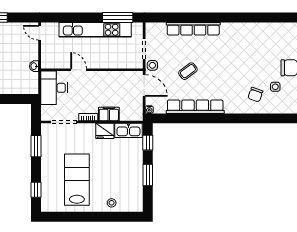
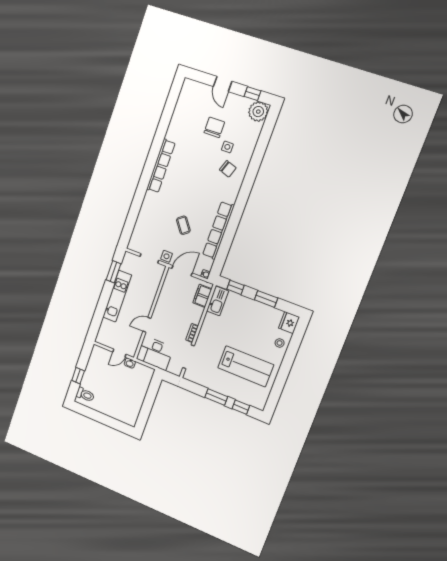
window: (118, 17) -> (113, 272), width x0.69
row of seats: (193, 29) -> (161, 166), moved
kitchen unit: (95, 30) -> (117, 296), width x0.73
door: (40, 33) -> (119, 353), moved
filing cabinet: (109, 114) -> (202, 296), moved
fridge: (105, 131) -> (289, 323), moved, turned 180
window: (36, 146) -> (216, 397), moved
lab bench: (77, 180) -> (246, 366), turned 180

